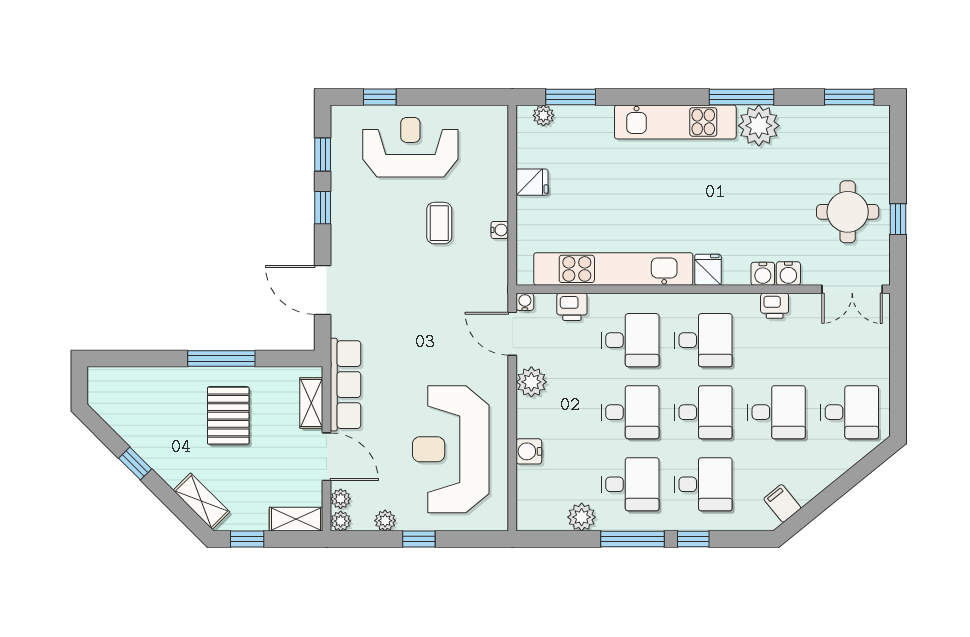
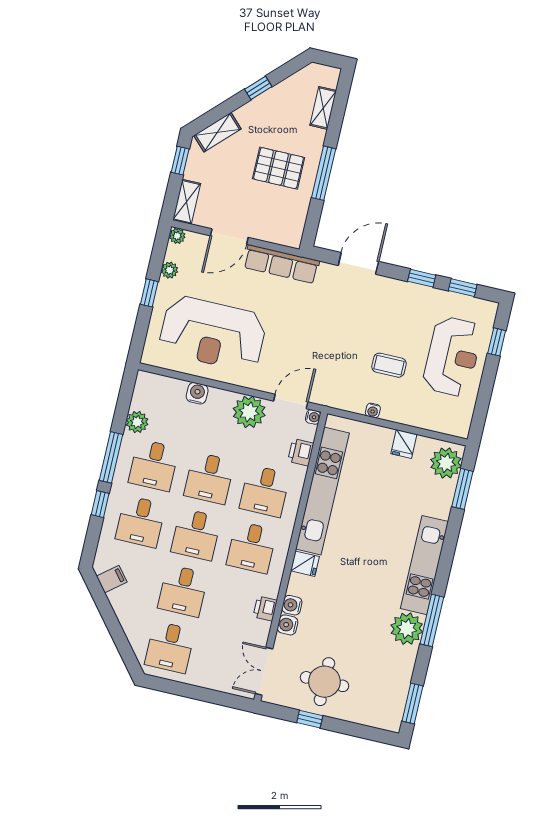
plant: (543, 115) -> (446, 463), width x1.87, depth x1.87
plant: (531, 382) -> (249, 412), width x1.36, depth x1.36
shelving: (311, 403) -> (323, 108), moved, turned 90
reception desk: (451, 449) -> (213, 333), turned 180
plant: (341, 499) -> (194, 240), removed

